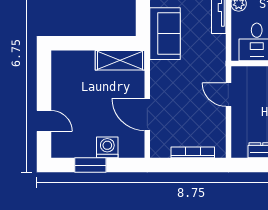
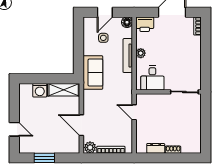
washing machine: (107, 147) -> (40, 90), moved, turned 180
plant: (161, 149) -> (90, 147), added

